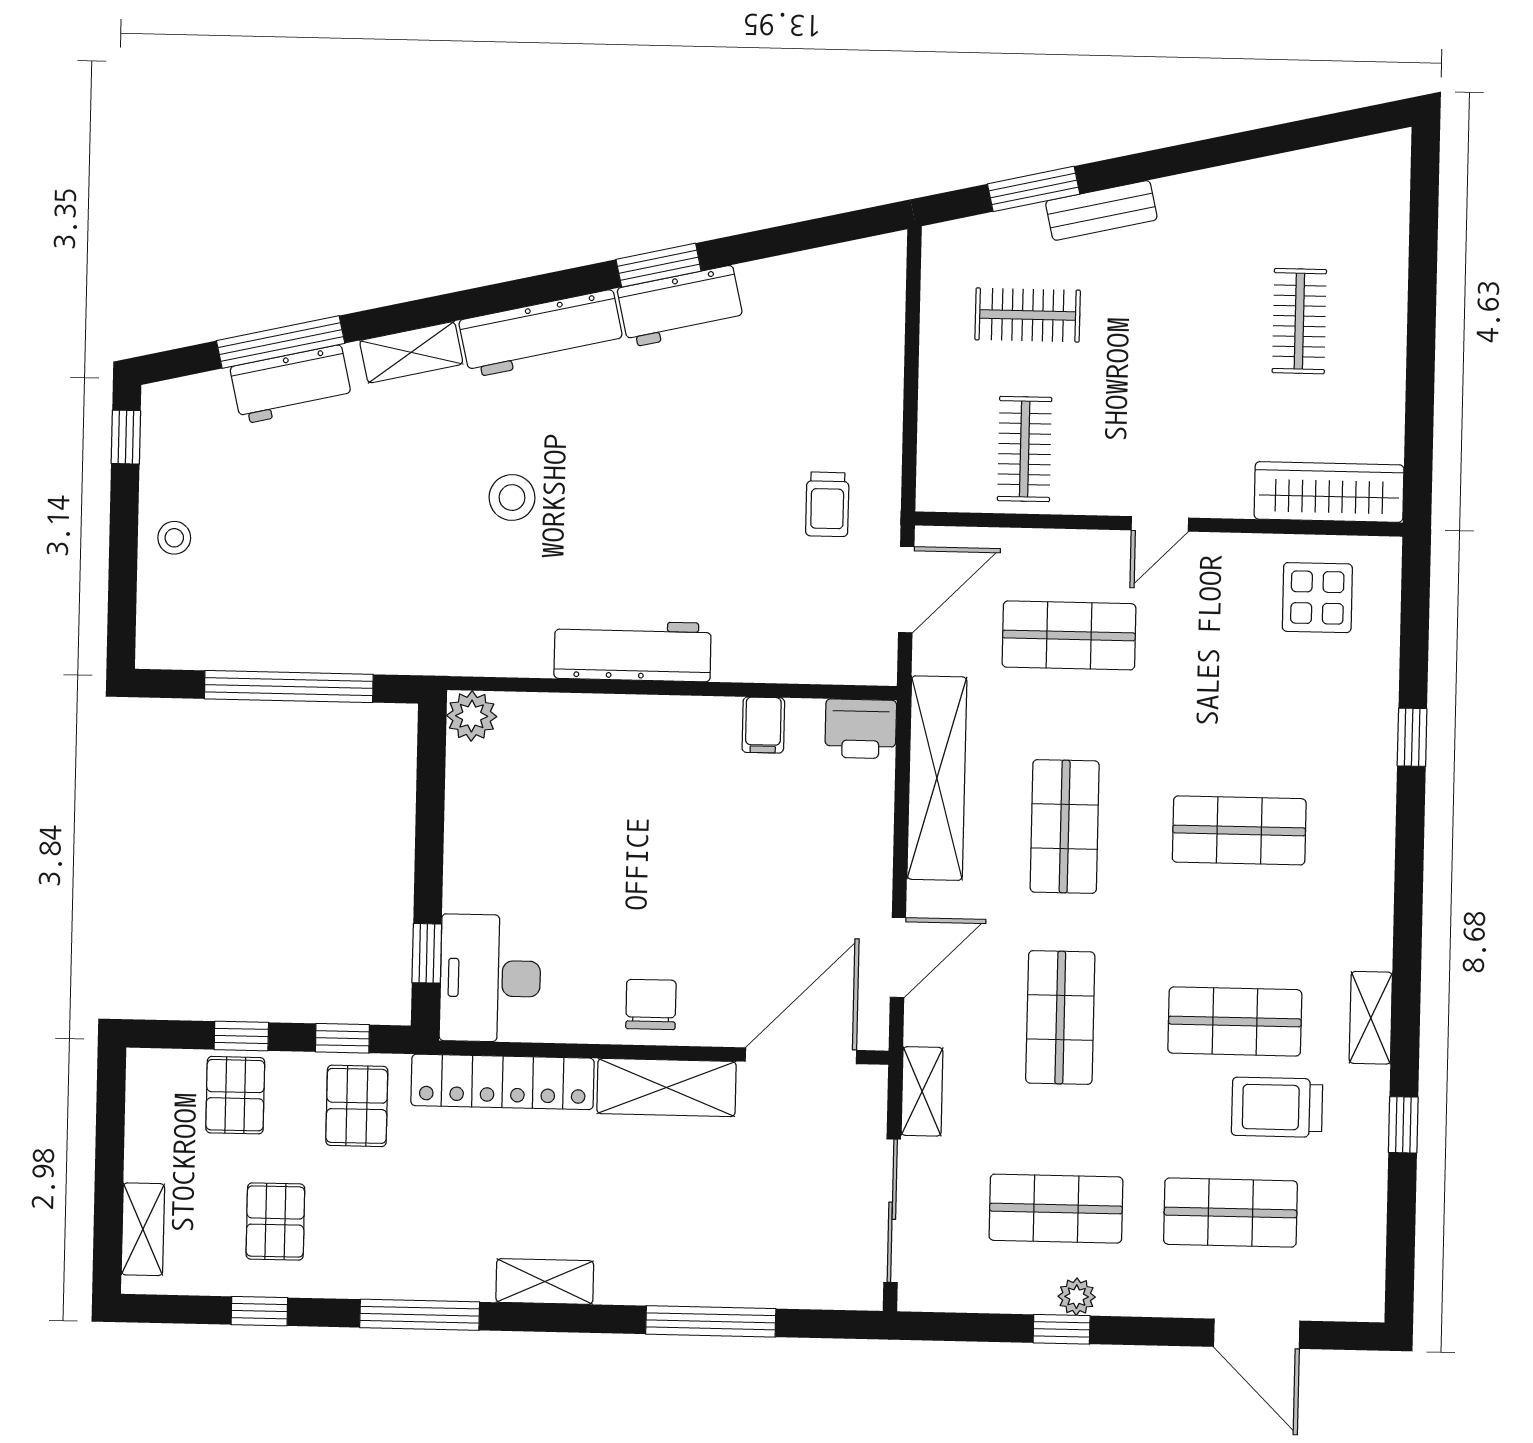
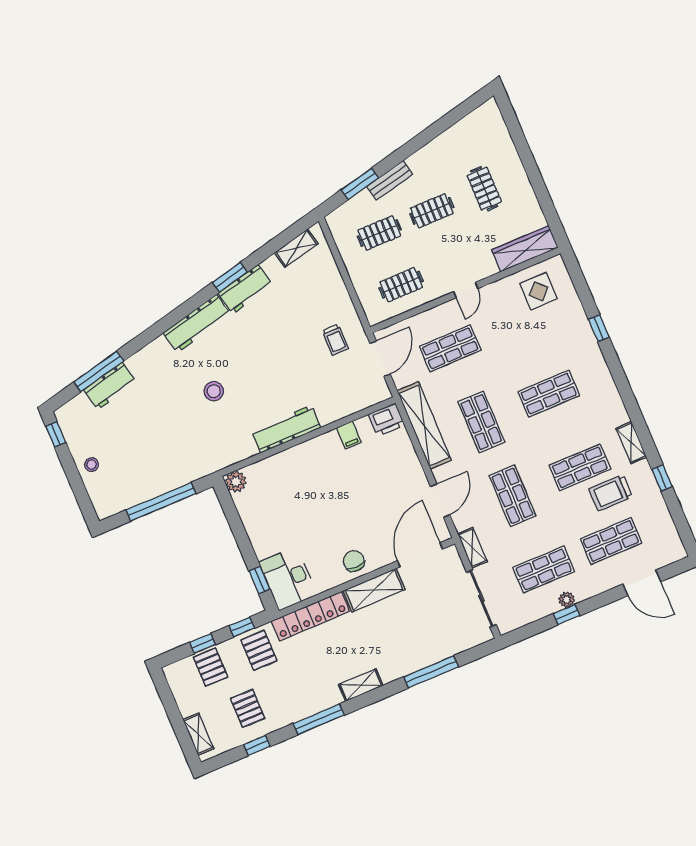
clothes rail: (1163, 318) -> (432, 211), added
shelving: (411, 352) -> (296, 248), moved
clothes rail: (1025, 449) -> (401, 285), turned 90

